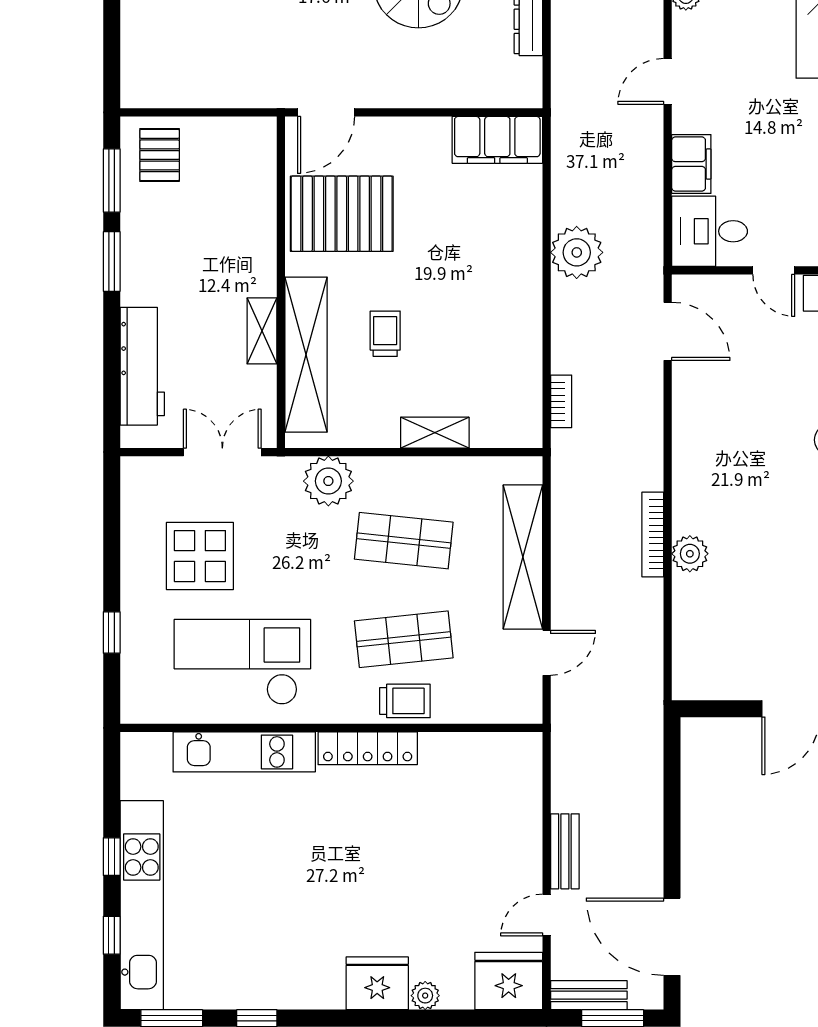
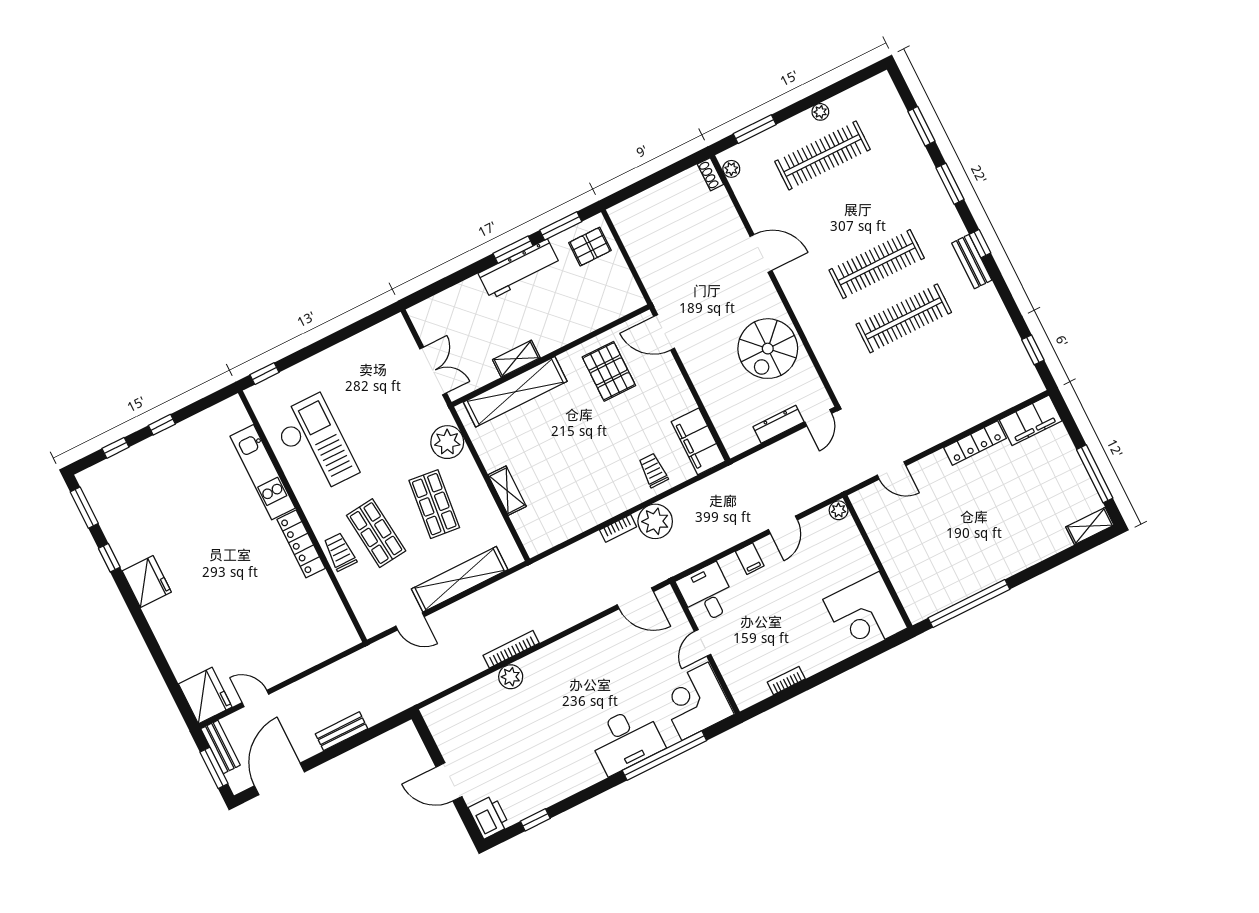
door: (668, 81) -> (783, 525), swing flipped
filing cabinet: (691, 164) -> (750, 559), width x0.50
pallet: (342, 214) -> (609, 371), width x0.73, depth x0.71
door: (668, 331) -> (635, 598), hinge flipped
trolley: (385, 334) -> (653, 470), moved, turned -90
workbench: (142, 366) -> (519, 269), moved
bookcase: (561, 401) -> (618, 528), moved
display table: (200, 556) -> (365, 388), removed
window: (112, 633) -> (265, 374), moved
trolley: (405, 701) -> (340, 552), turned 180
bench: (565, 851) -> (341, 731), moved
kitchen unit: (142, 905) -> (142, 457), removed
fridge: (377, 983) -> (147, 582), moved
plant: (425, 996) -> (172, 651), removed

